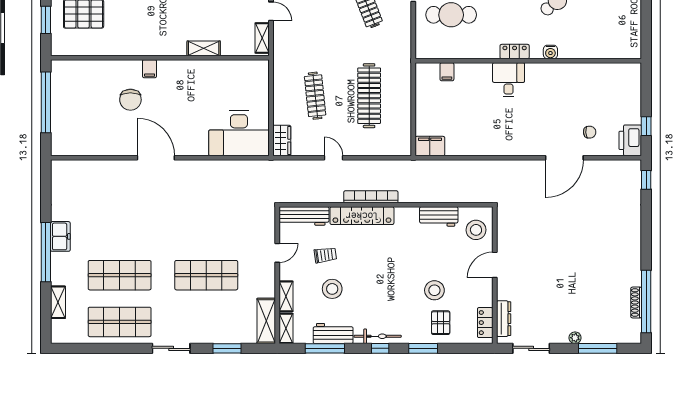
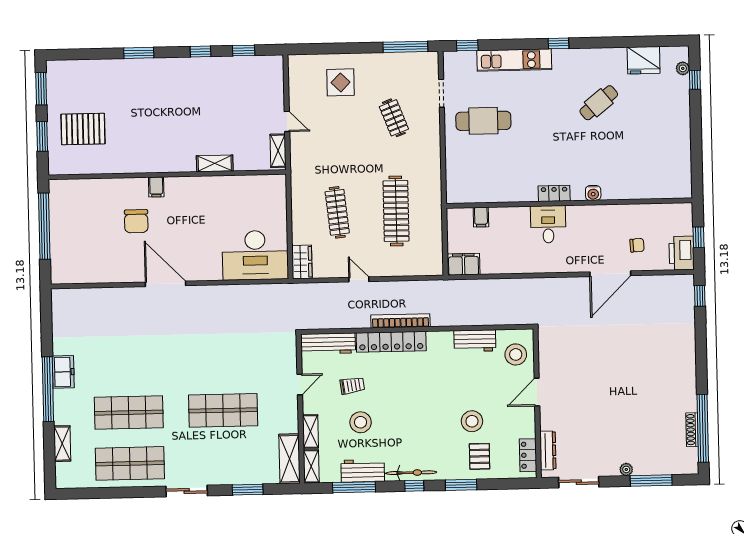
locker: (515, 52) -> (554, 193), moved
water cooler: (550, 52) -> (593, 193), moved
wall: (528, 61) -> (569, 203), moved
filing cabinet: (447, 72) -> (481, 217), moved
desk: (509, 80) -> (548, 224), moved

